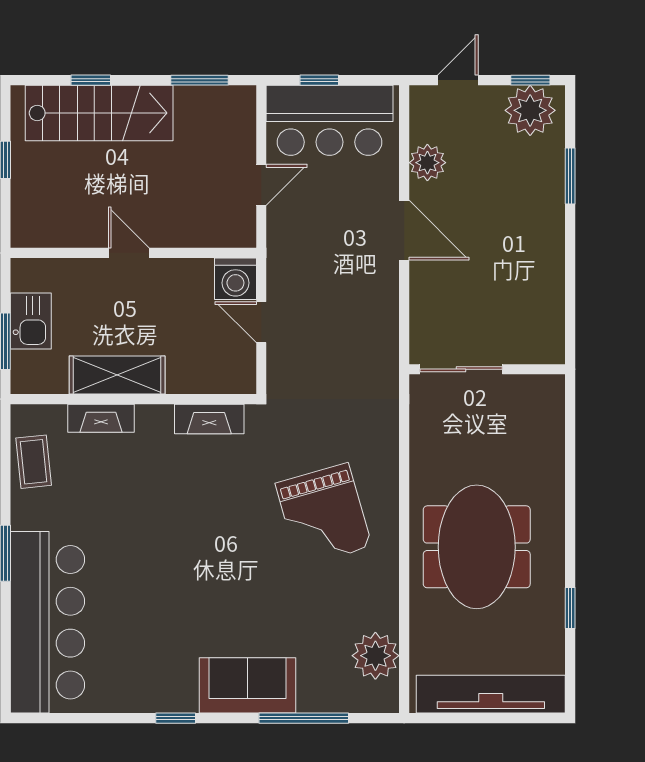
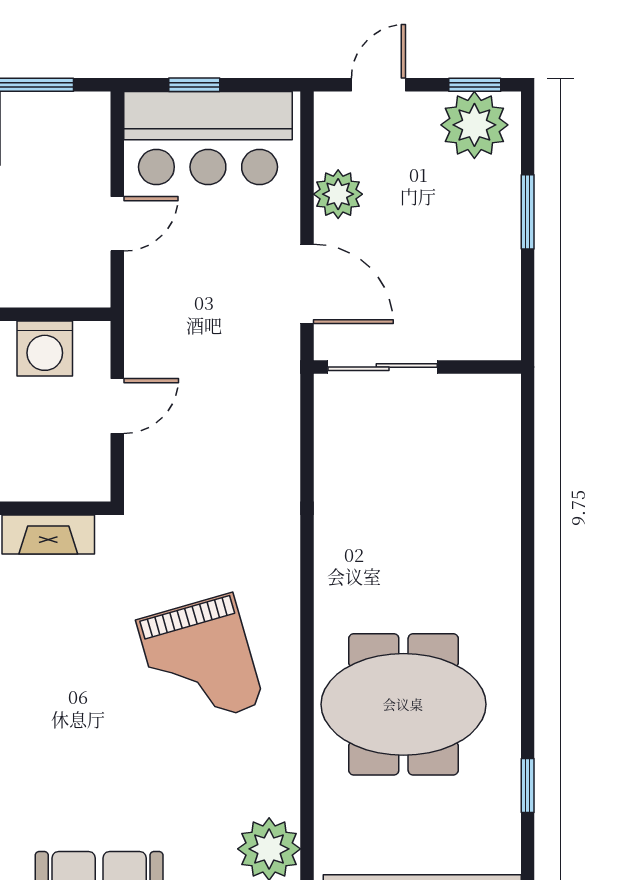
washing machine: (235, 279) -> (45, 348), moved
door: (261, 322) -> (117, 406), swing flipped
sliding door: (461, 369) -> (383, 367), moved
wall: (487, 369) -> (417, 367), moved
meeting table: (477, 547) -> (403, 704), turned 90

